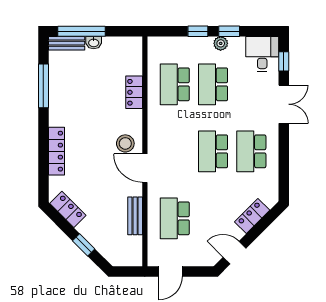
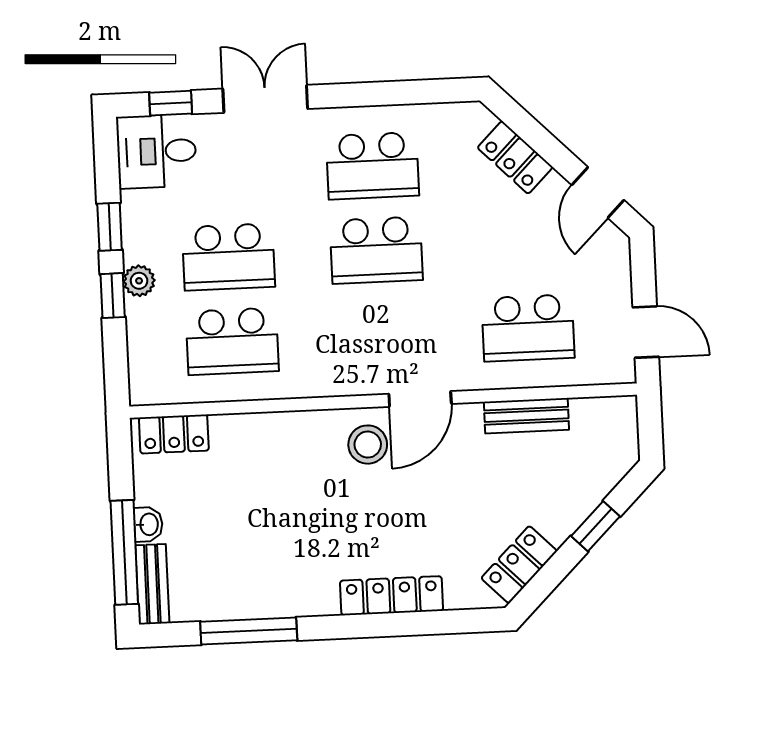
plant: (221, 43) -> (139, 281), moved
locker: (134, 92) -> (174, 434), moved

